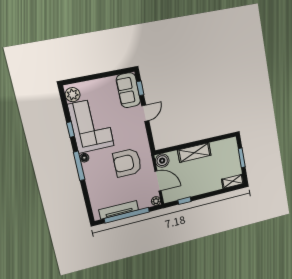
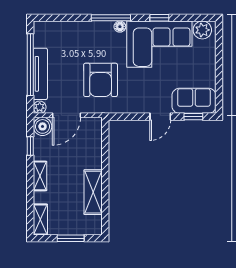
door: (145, 113) -> (160, 117), hinge flipped
shelving: (194, 153) -> (93, 192), moved
boiler: (162, 161) -> (43, 126), moved
armchair: (127, 163) -> (101, 80), turned 180
shelving: (204, 189) -> (40, 176), added
tv unit: (119, 210) -> (40, 74), moved

